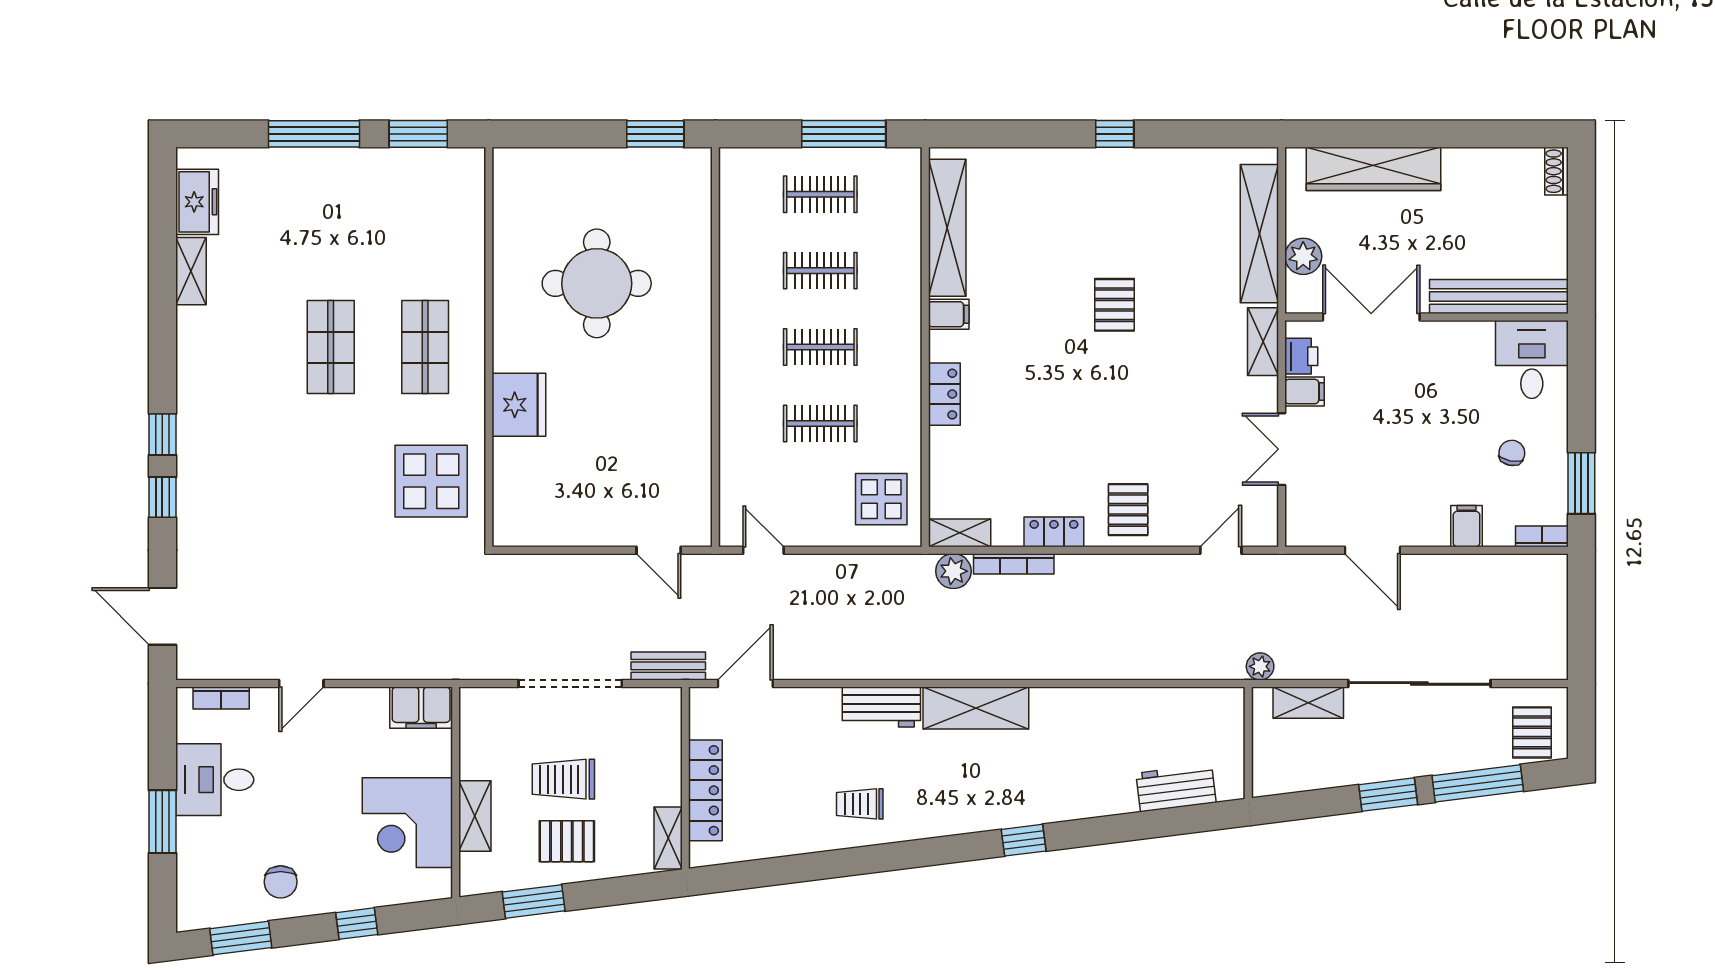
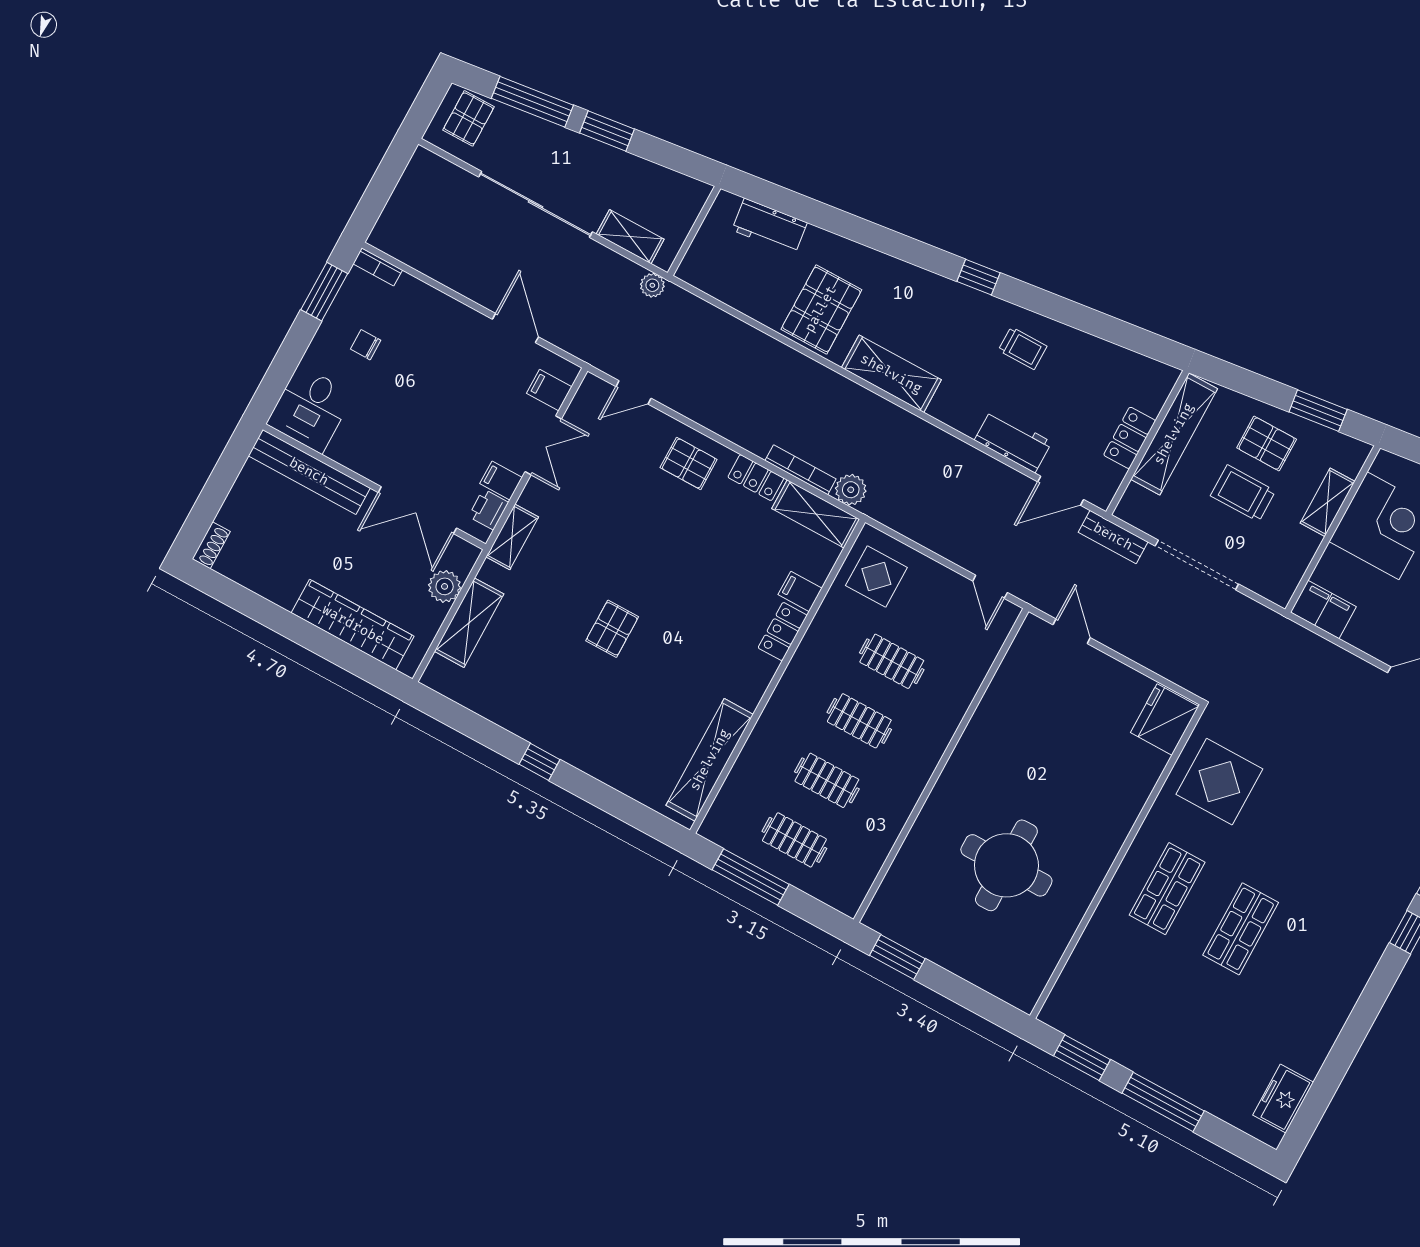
shelving: (1259, 234) -> (469, 623), width x0.68
shelving: (191, 271) -> (1317, 1047), removed
filing cabinet: (949, 314) -> (800, 591), moved
fridge: (519, 405) -> (1165, 720), moved
chair: (1512, 453) -> (366, 345), turned 79
pallet: (1128, 510) -> (689, 463), turned 90
filing cabinet: (1467, 526) -> (549, 390), moved, turned 90
shelving: (960, 533) -> (816, 514), width x1.50, depth x1.33
workbench: (881, 707) -> (1013, 441), moved
pallet: (1080, 734) -> (821, 309), added
trolley: (563, 779) -> (1243, 493), turned 180
locker: (705, 790) -> (1130, 438), width x0.66
shelving: (668, 838) -> (1174, 434), width x2.20, depth x1.33
window: (1024, 840) -> (979, 277), moved

